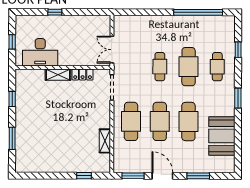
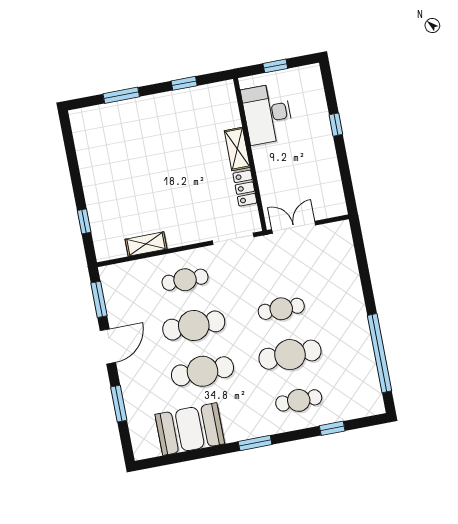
cafe table: (131, 121) -> (185, 280), width x0.73, depth x0.74

